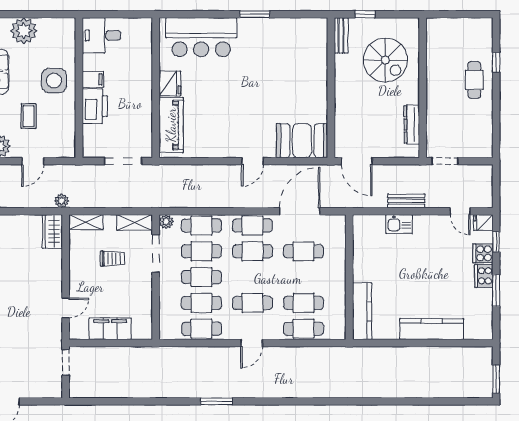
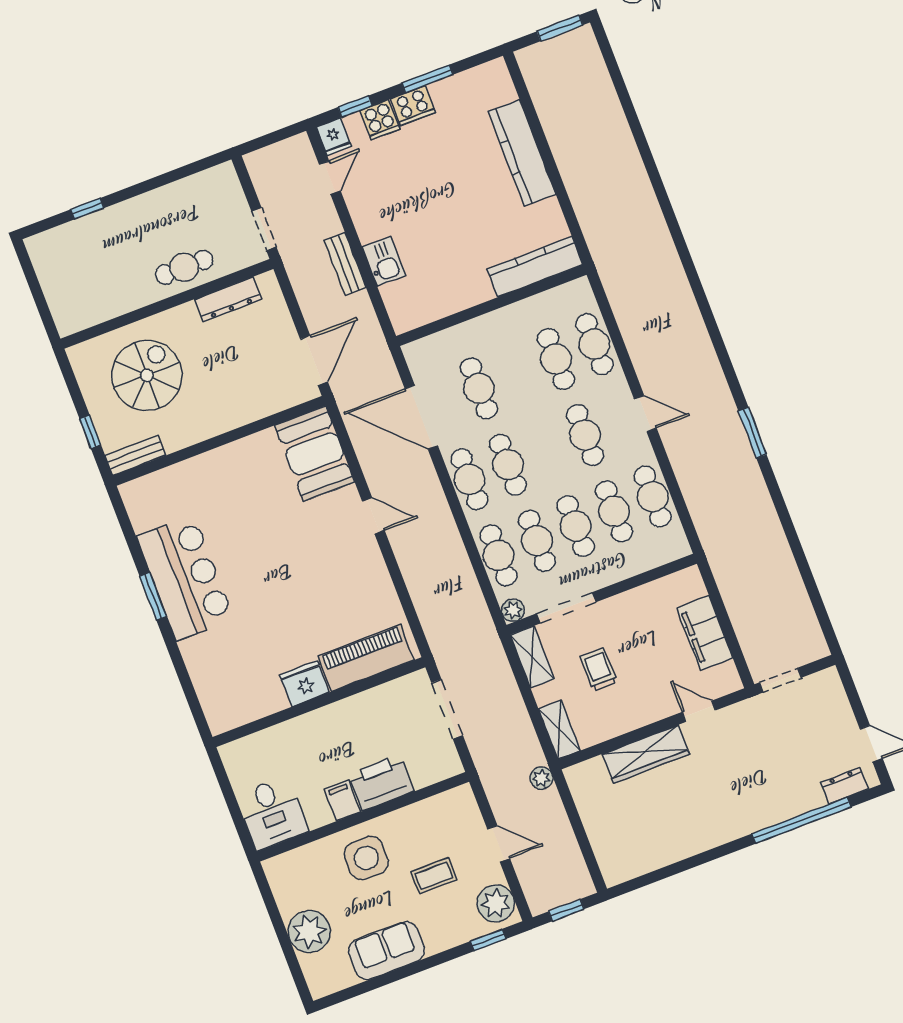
bar counter: (201, 37) -> (185, 578), moved
cafe table: (474, 80) -> (184, 267), moved
wardrobe: (52, 232) -> (646, 754), moved, width x1.50

